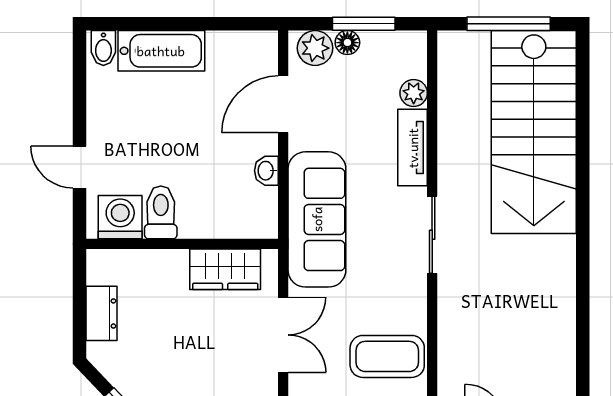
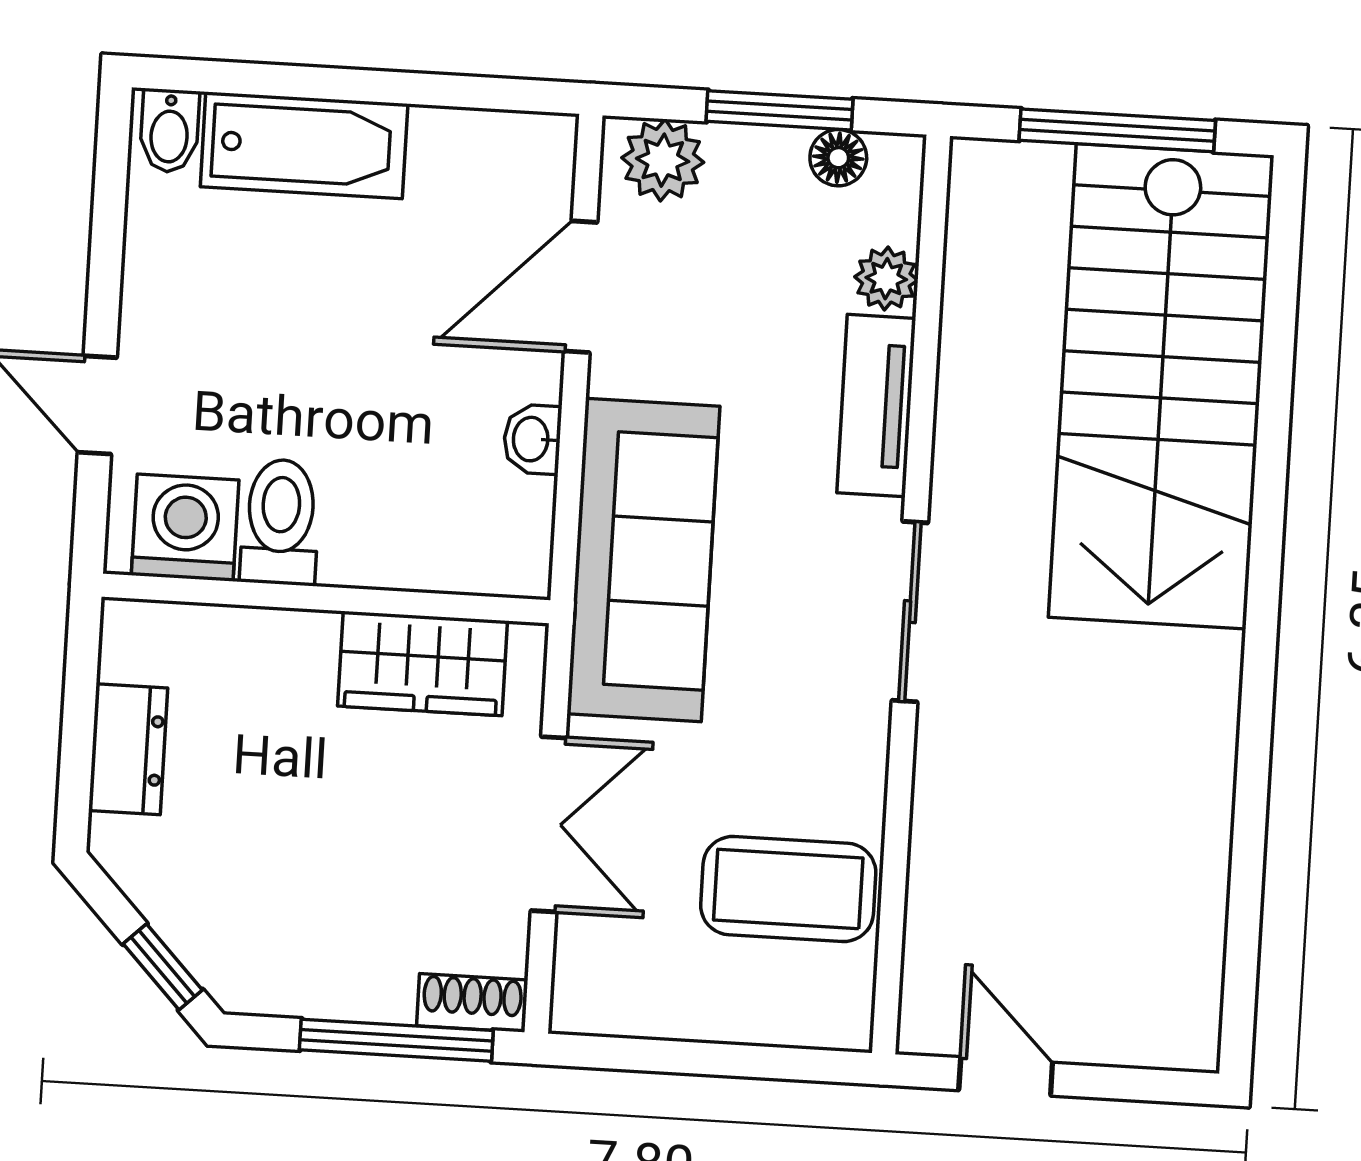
floor lamp: (347, 43) -> (838, 158), moved

